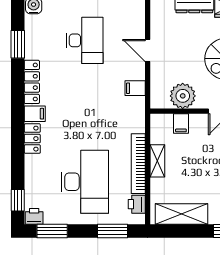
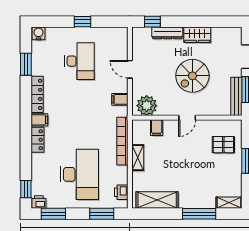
plant: (183, 96) -> (147, 106), moved
bookcase: (138, 164) -> (122, 141), moved

